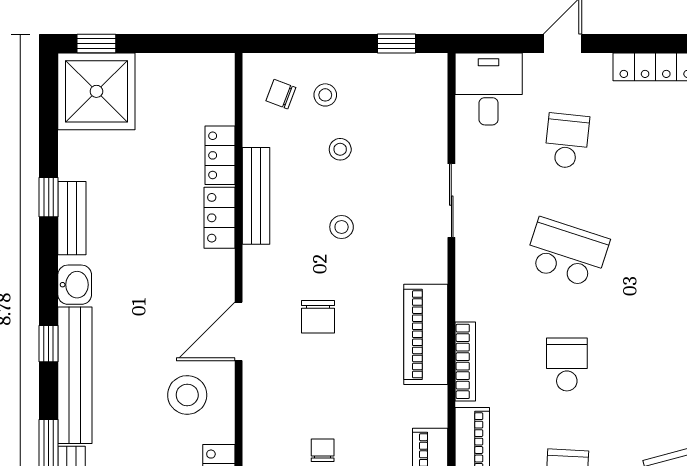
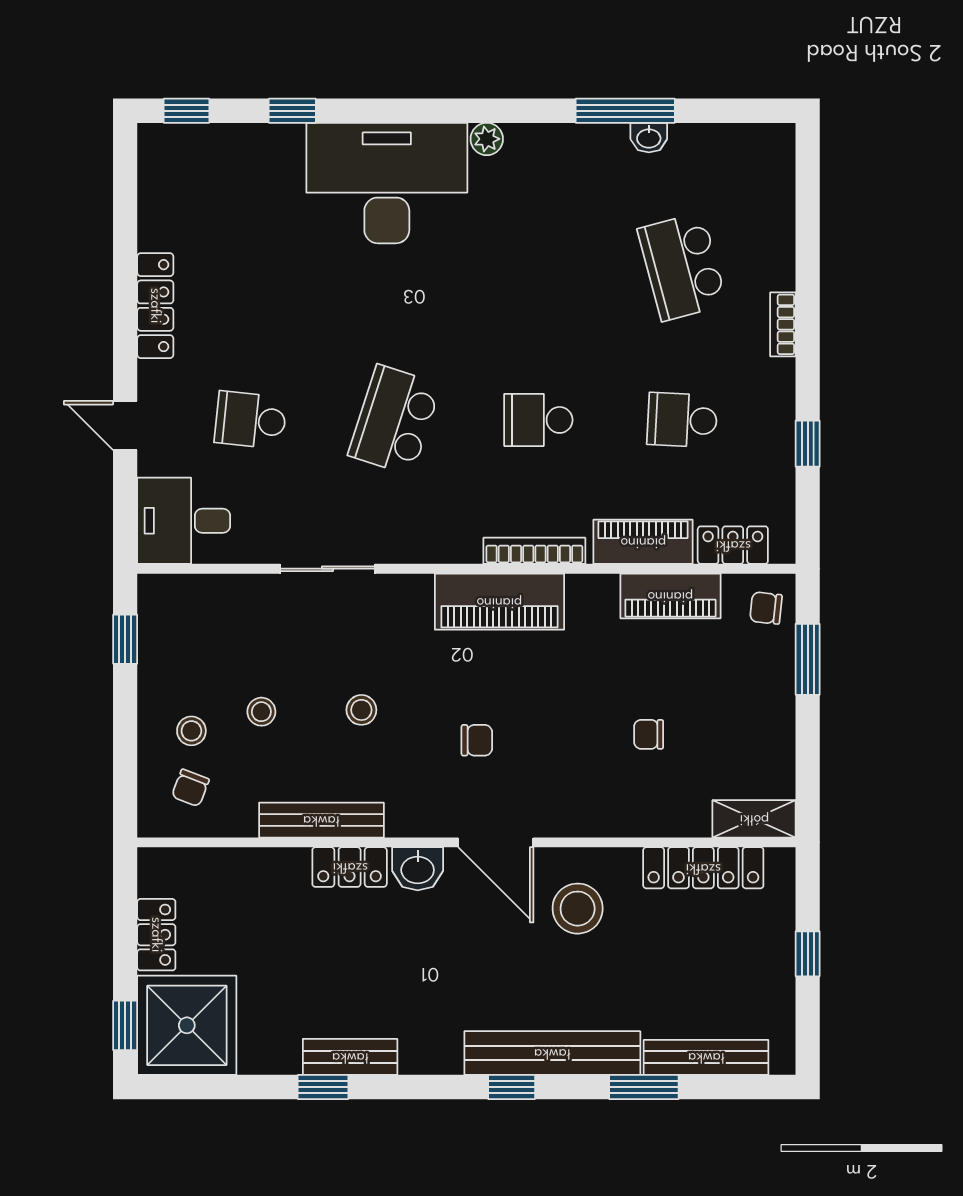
locker: (220, 155) -> (156, 935), moved, turned -90
washbasin: (75, 285) -> (418, 869), moved, turned 180
chair: (318, 317) -> (477, 740), width x0.73, depth x0.73

